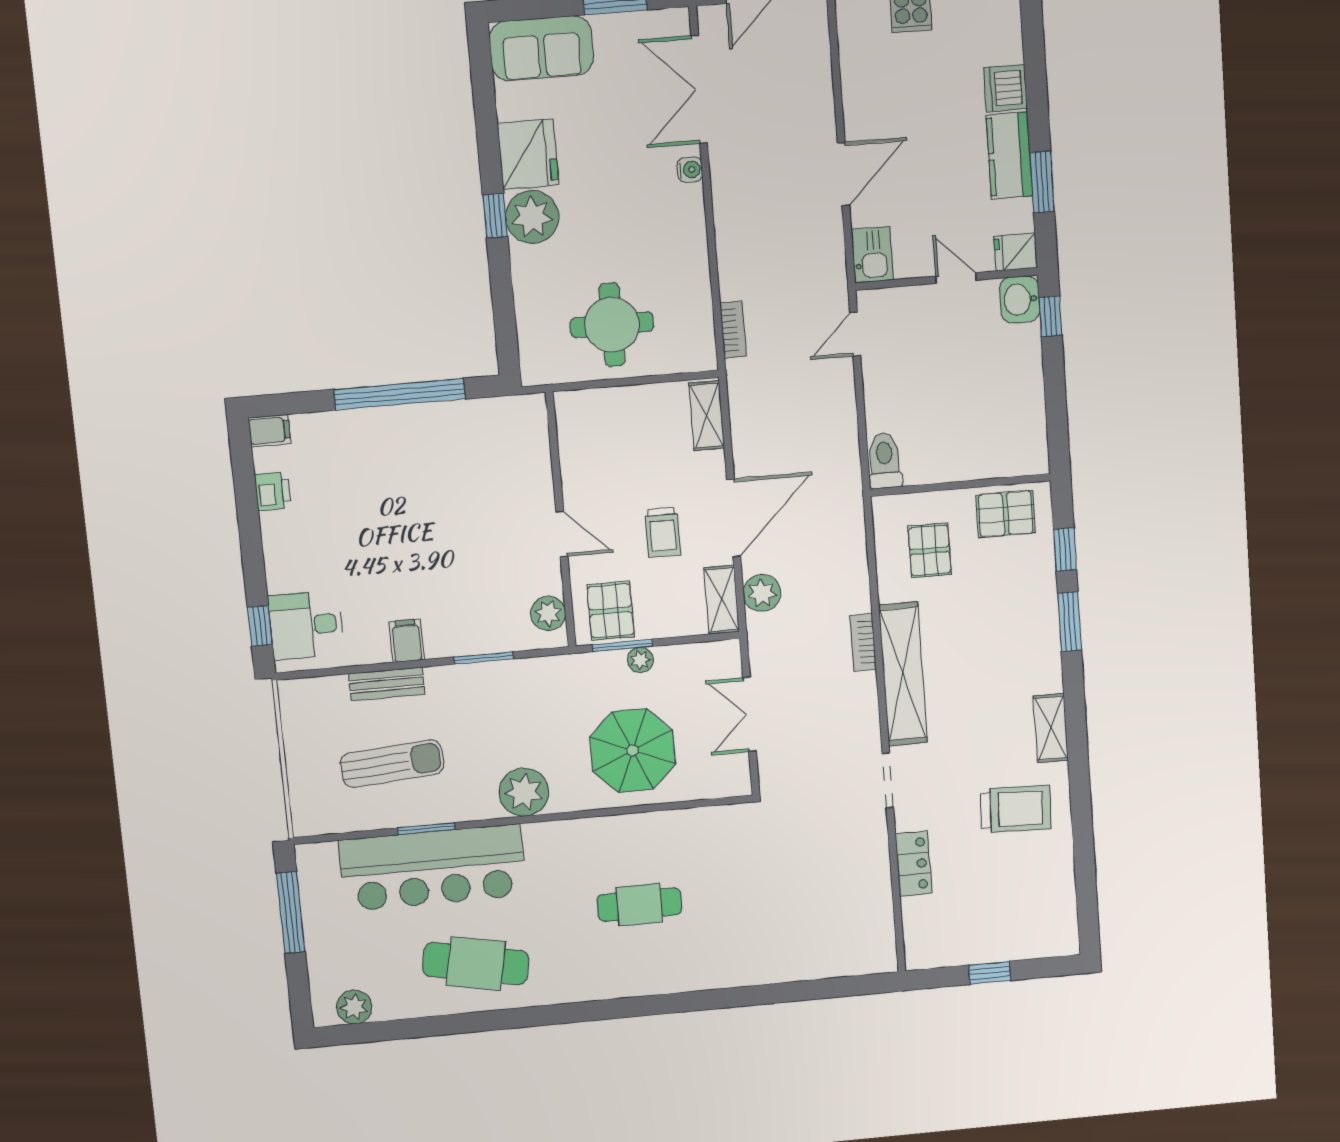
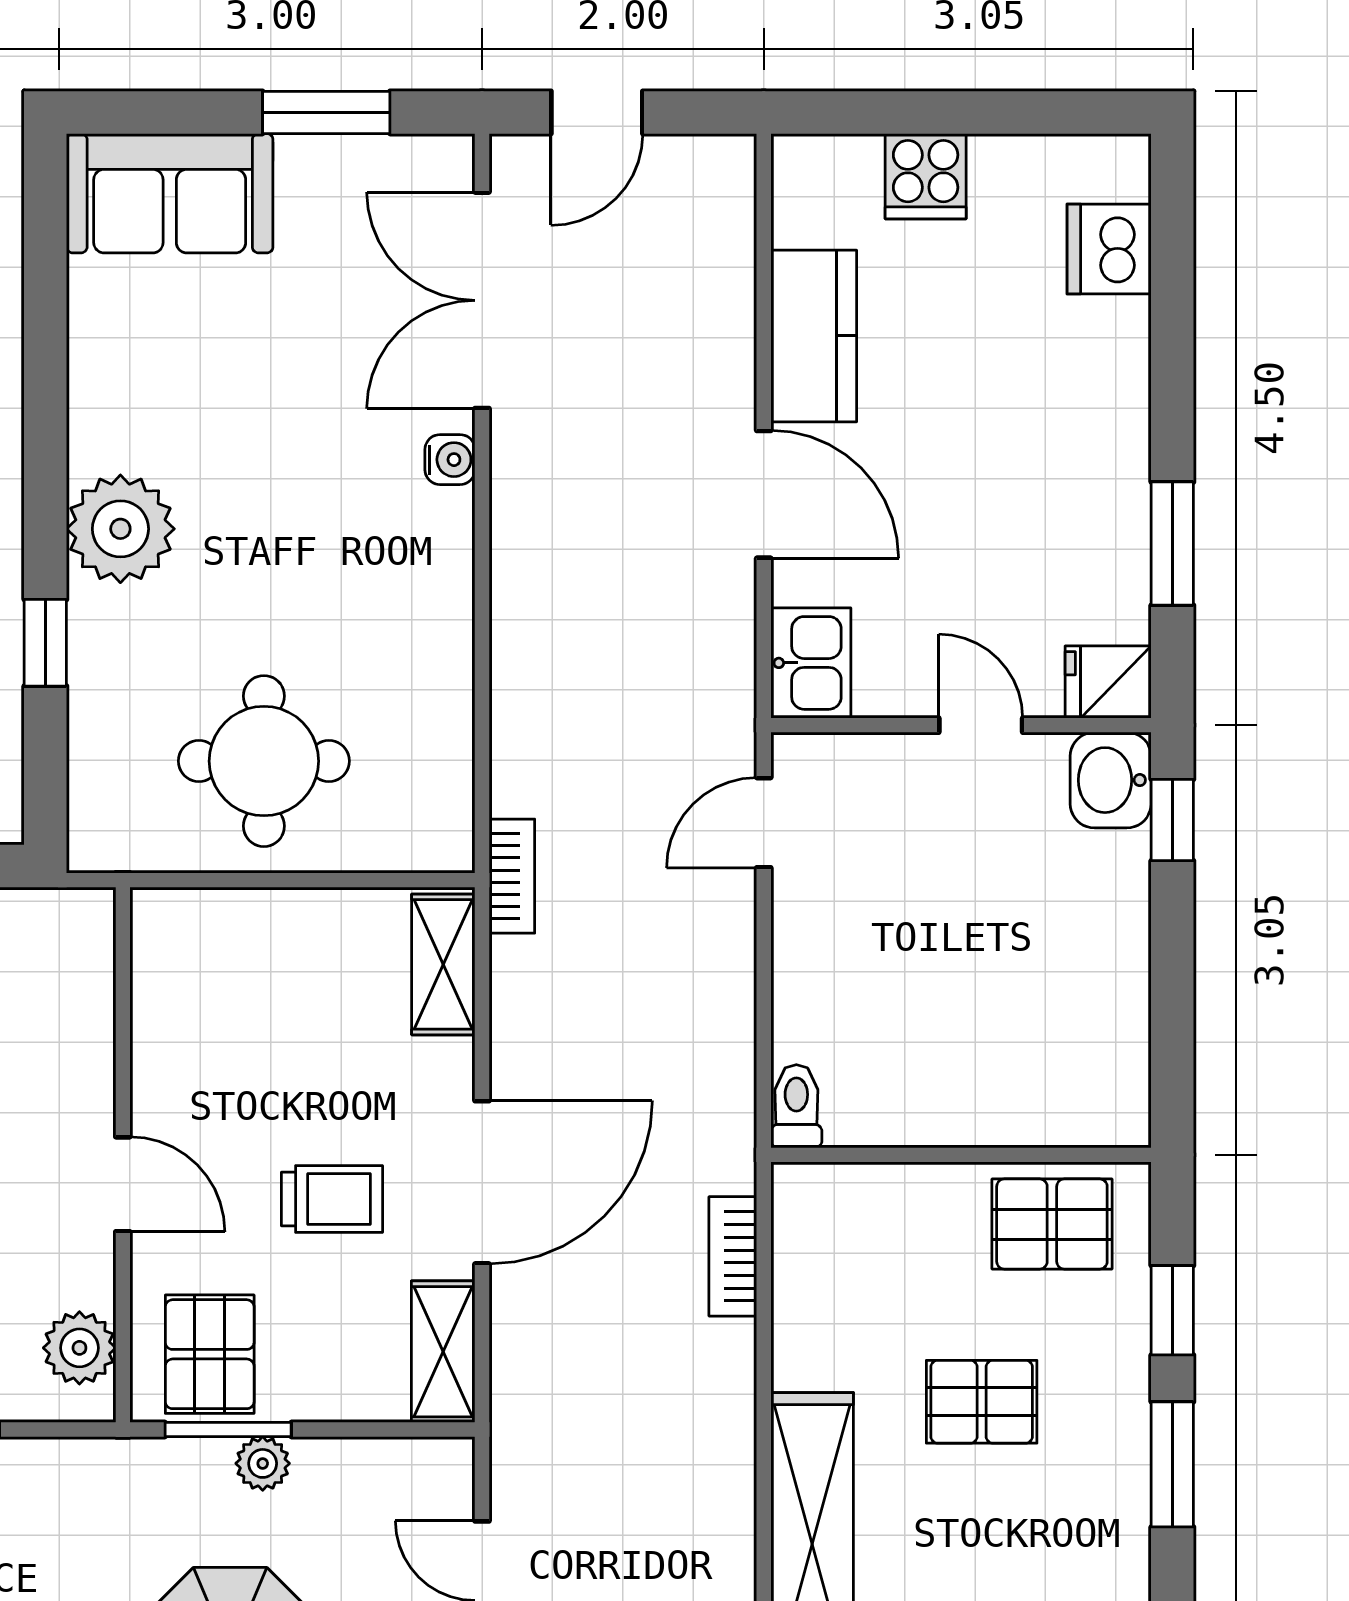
dishwasher: (1006, 88) -> (1109, 249), moved
fridge: (528, 154) -> (123, 402), removed
kitchen counter: (1009, 155) -> (814, 336), moved, turned 180
door: (843, 174) -> (764, 494), hinge flipped
window: (495, 216) -> (45, 643), moved
bookcase: (733, 330) -> (512, 876), moved
toilet: (885, 461) -> (796, 1106), width x0.73, depth x0.72
trolley: (663, 532) -> (332, 1199), turned -90
pallet: (930, 550) -> (982, 1402), moved, turned 90
plant: (762, 593) -> (528, 1345), removed
bookcase: (863, 642) -> (733, 1256), moved

